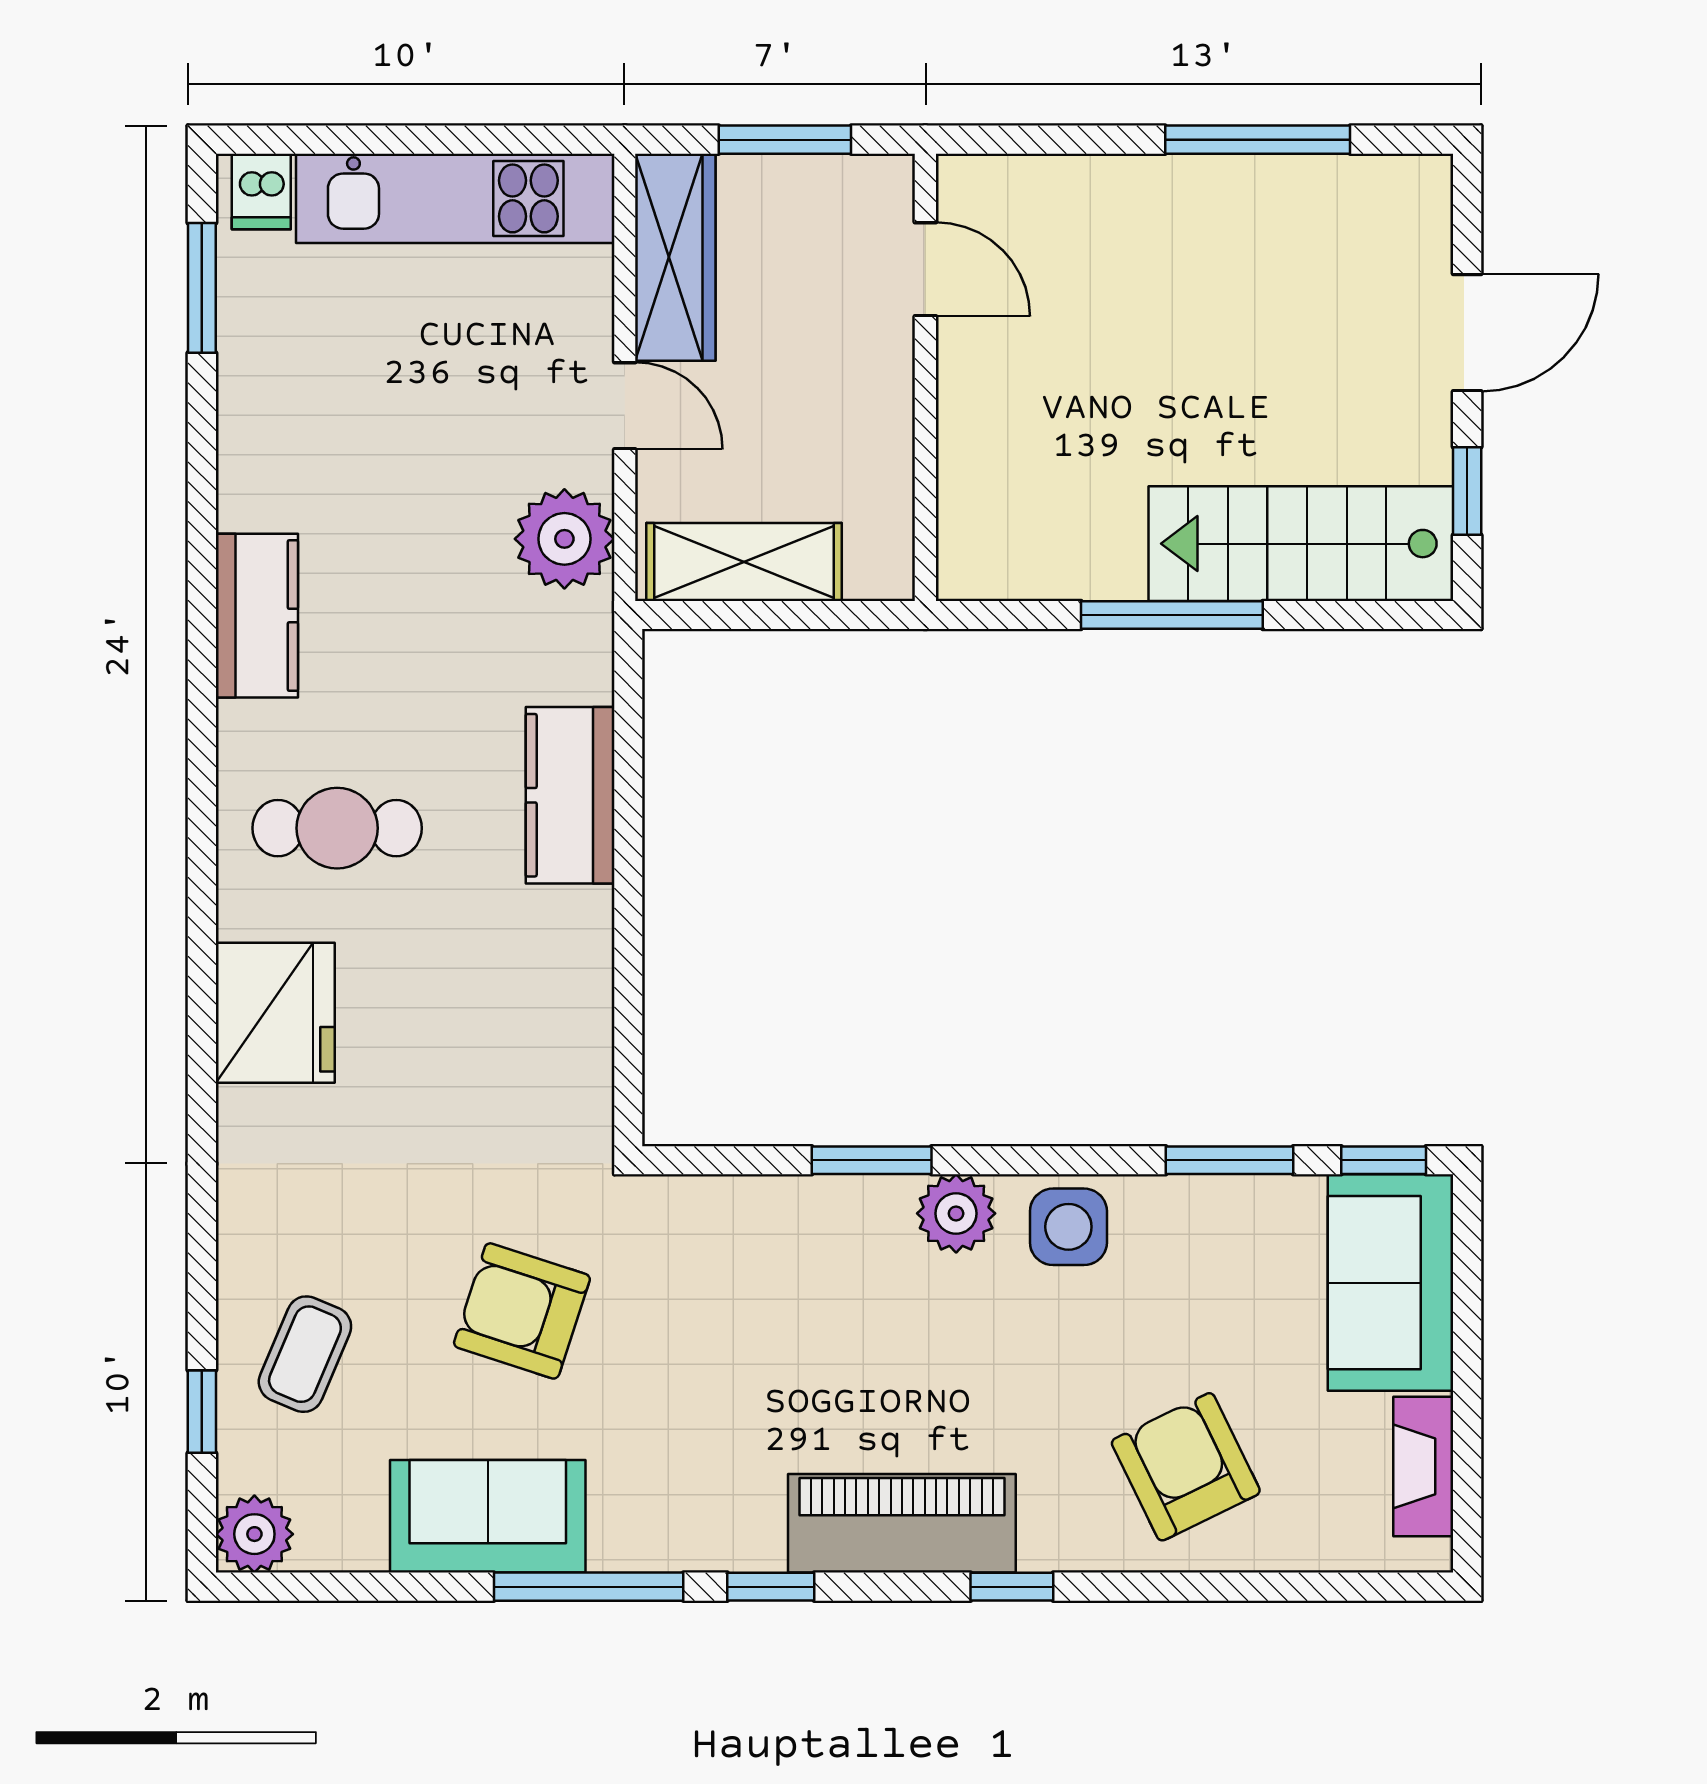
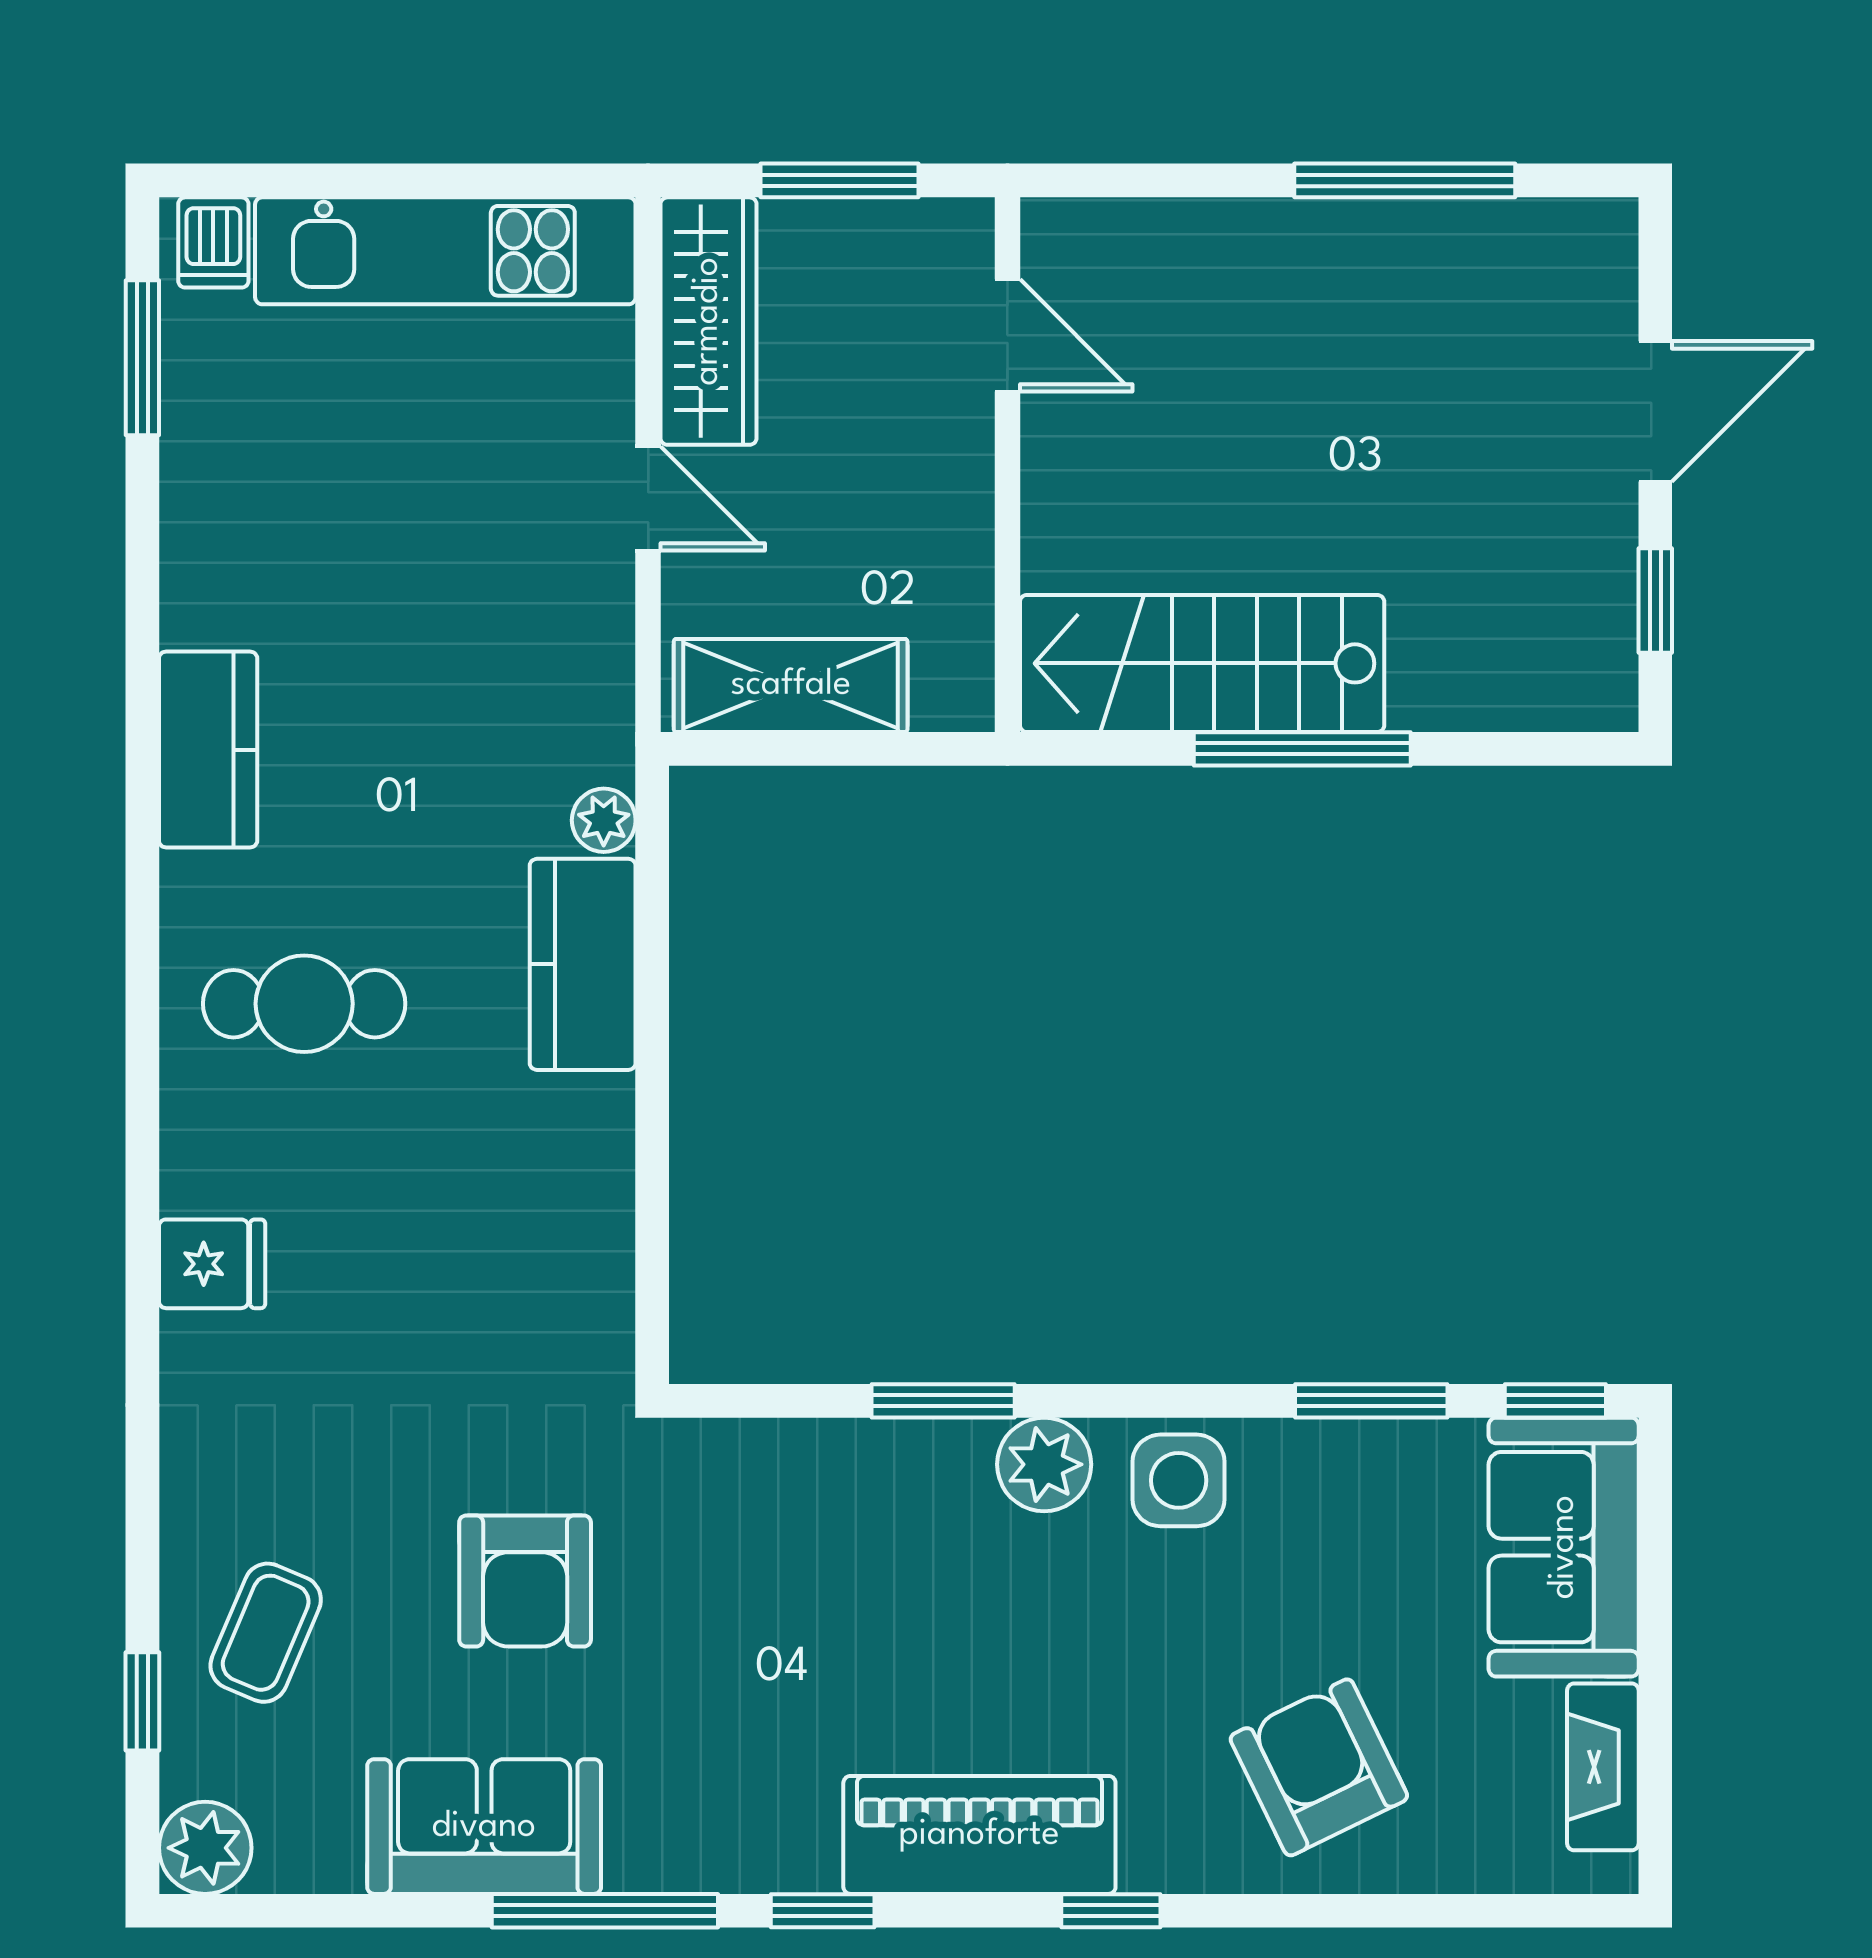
plant: (564, 539) -> (604, 820), moved, width x0.53, depth x0.53
stairs: (1301, 544) -> (1202, 663), moved
fridge: (275, 1013) -> (212, 1264), width x0.53, depth x0.75
armchair: (522, 1311) -> (525, 1581), turned -108

